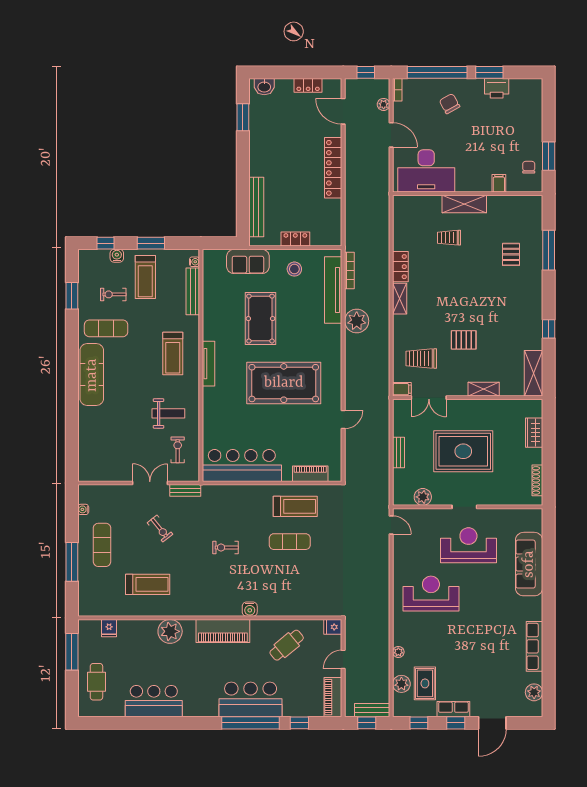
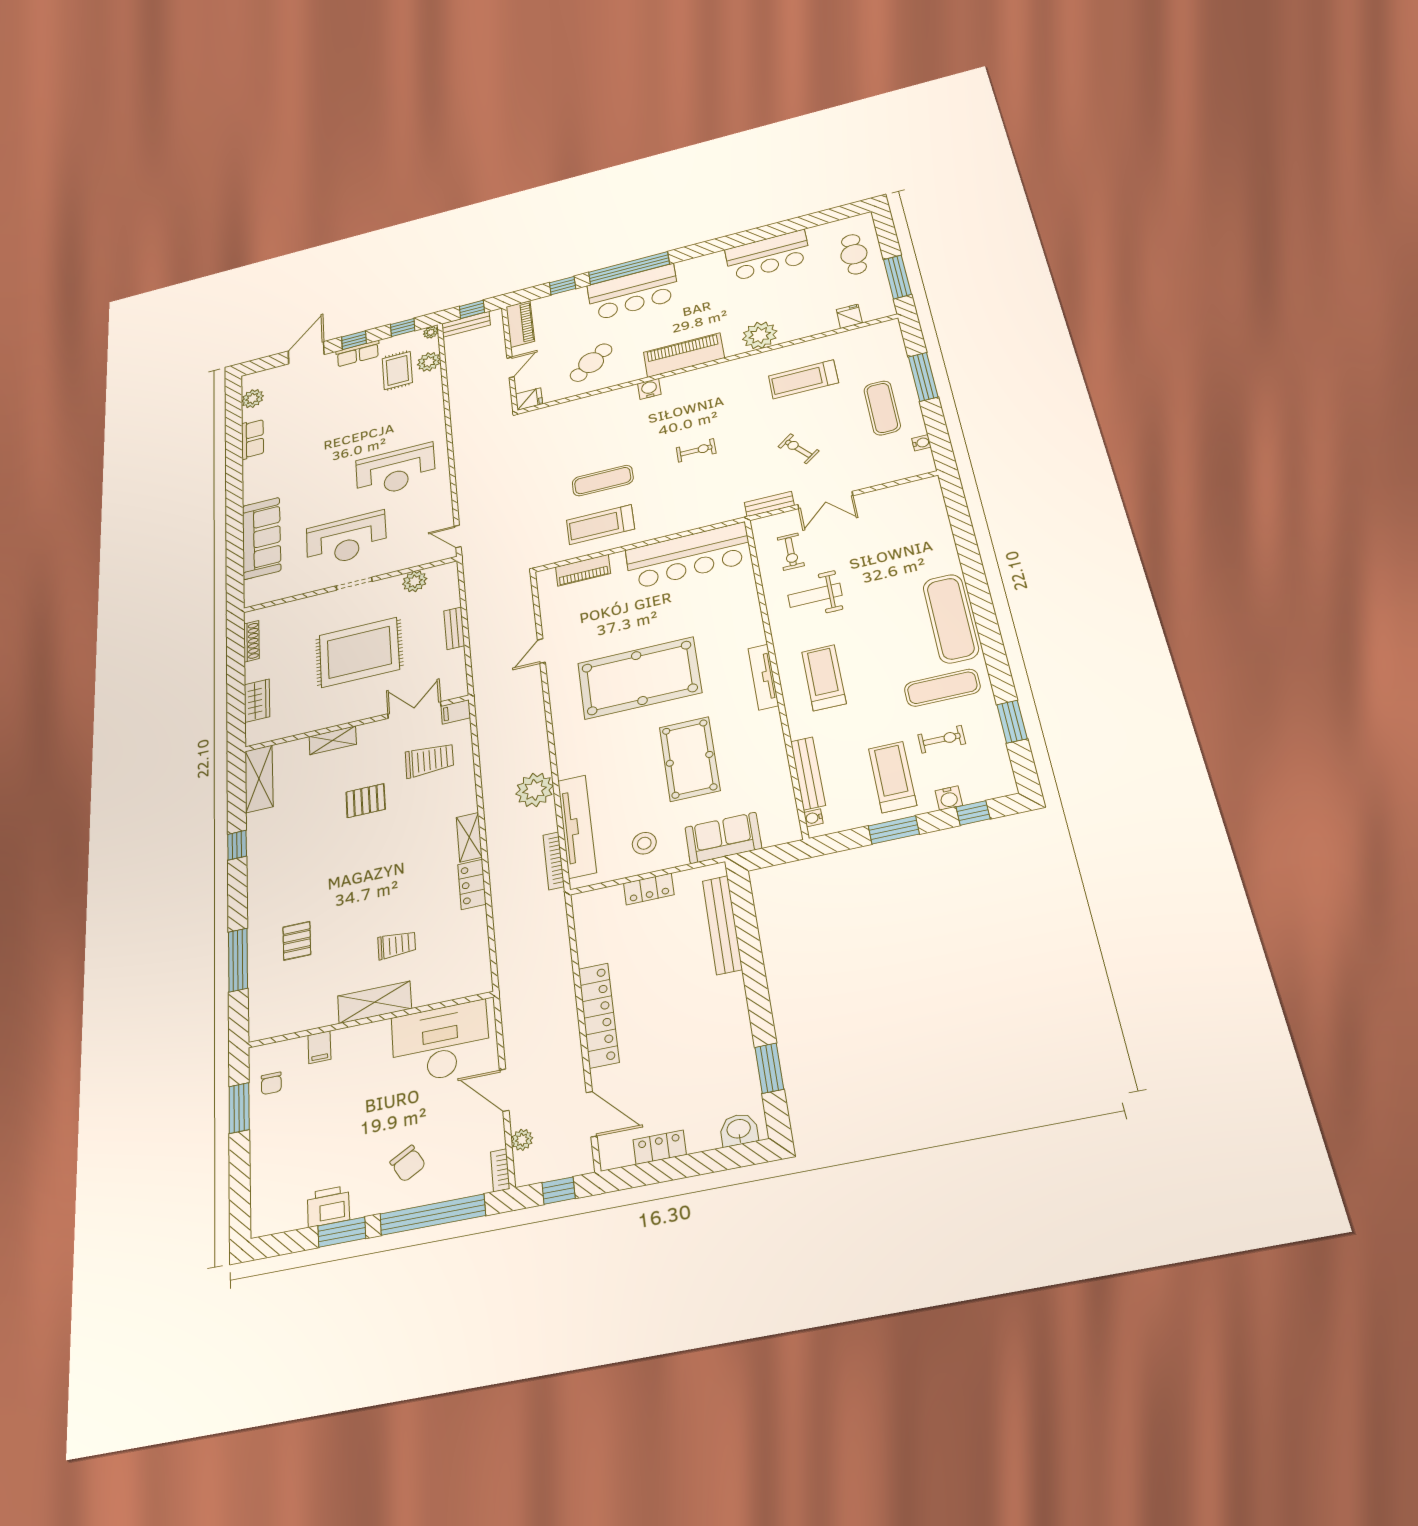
row of seats: (535, 646) -> (252, 439), width x0.68
plant: (398, 652) -> (431, 332), moved

